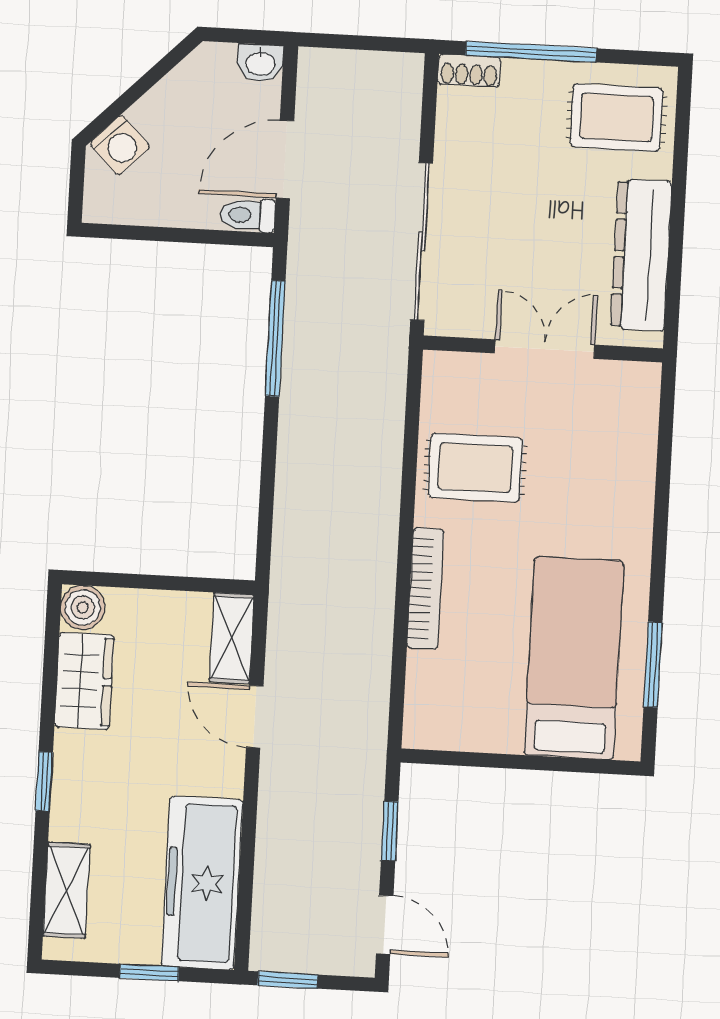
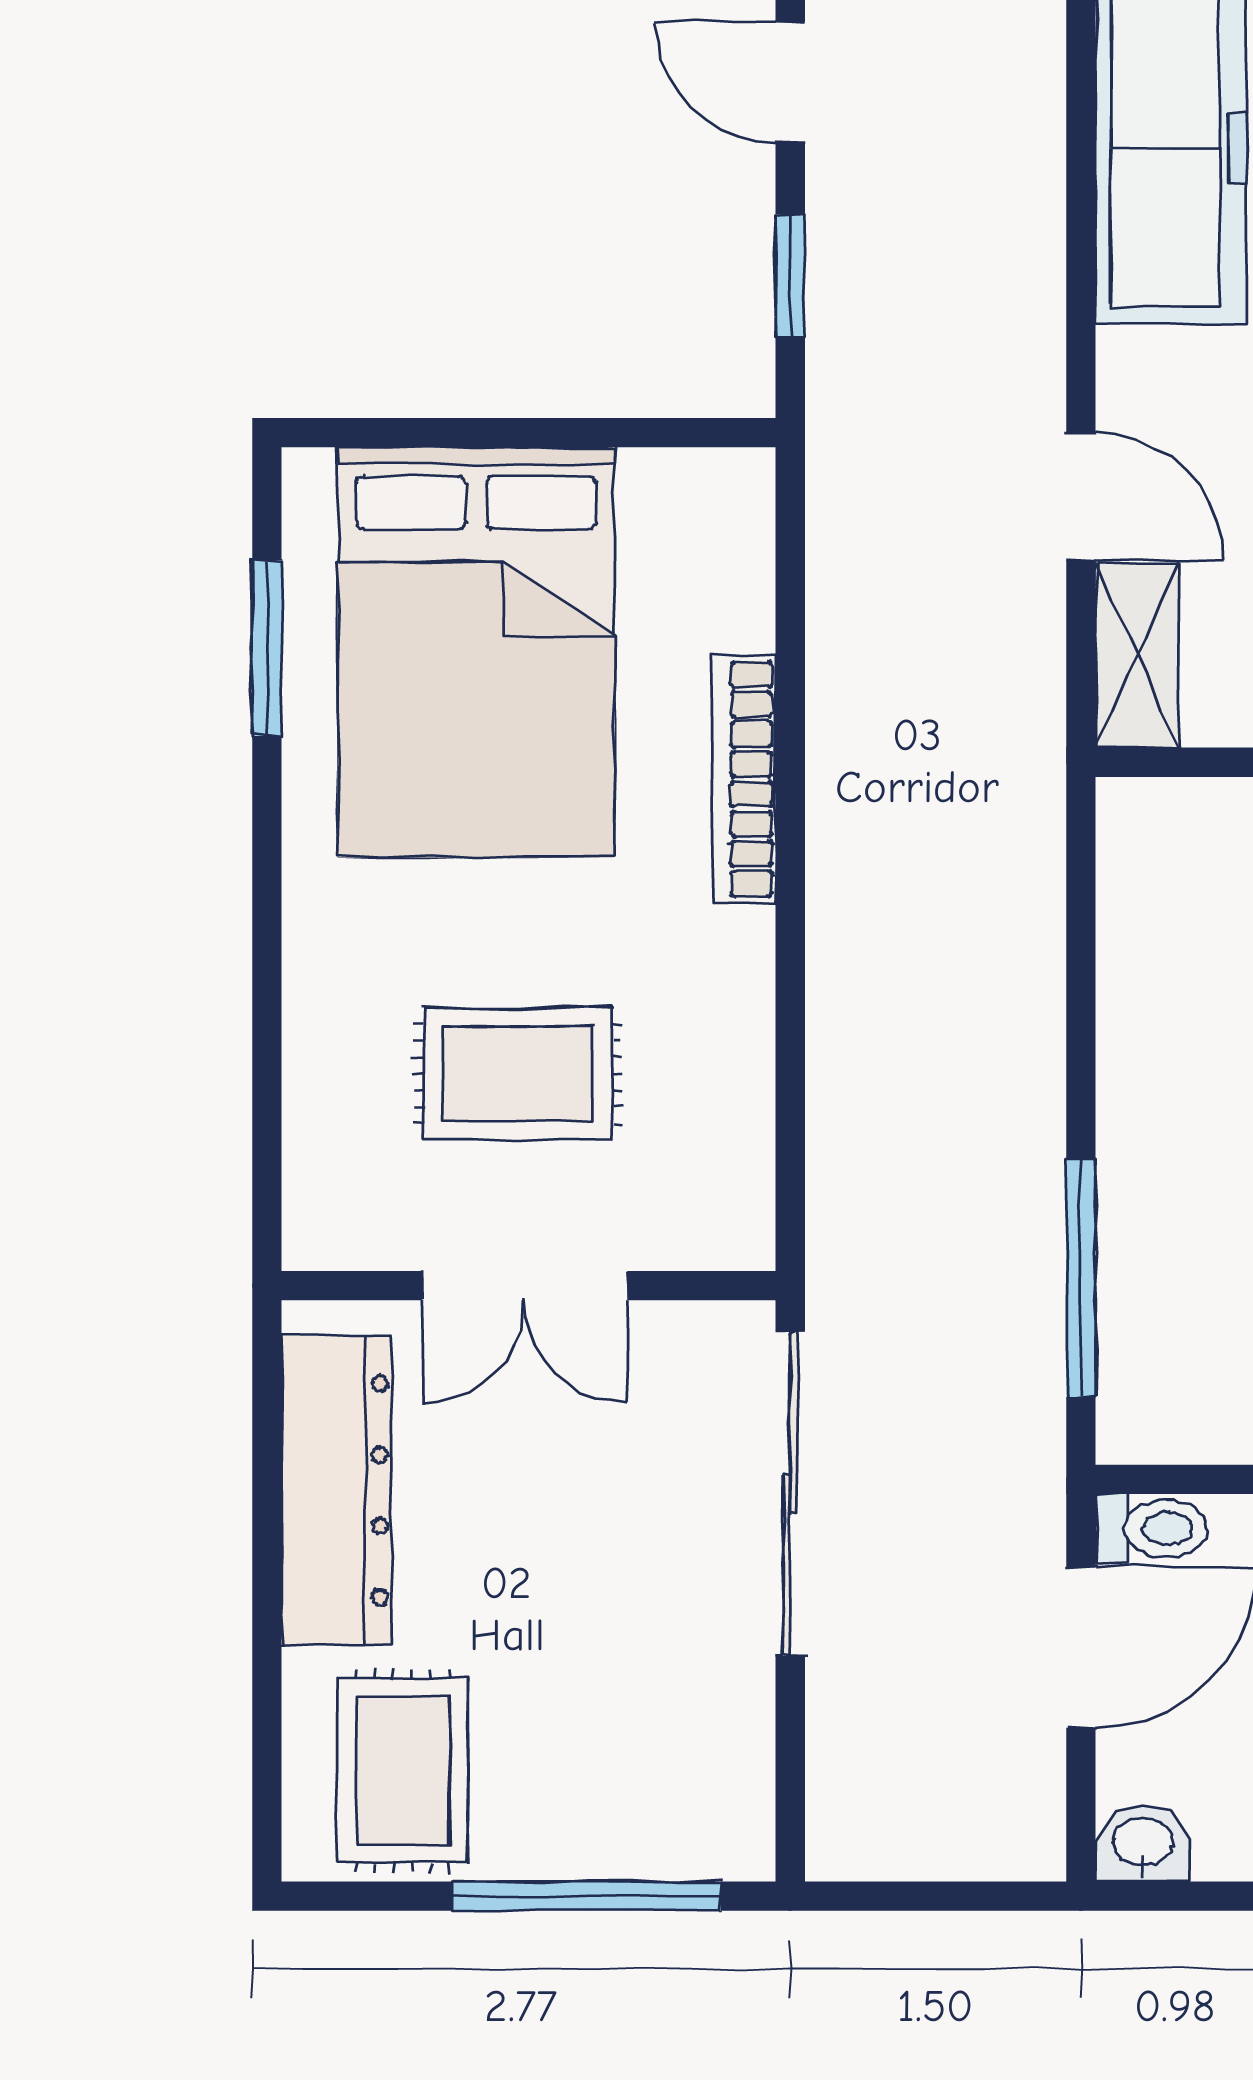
shoe rack: (469, 71) -> (712, 1851), removed
rug: (617, 117) -> (403, 1771), turned 90
rug: (475, 468) -> (518, 1074), moved
bed: (574, 658) -> (476, 652), width x1.50

